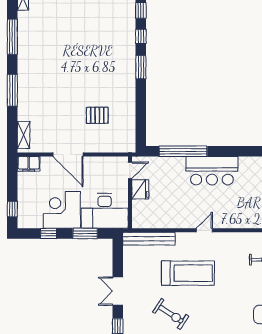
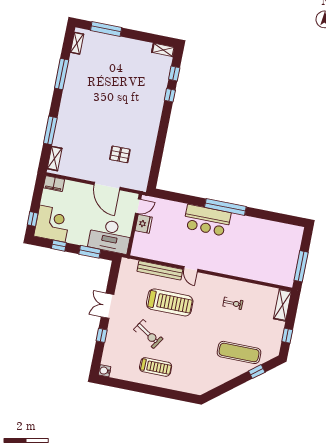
window: (141, 67) -> (165, 121), removed
window: (12, 90) -> (50, 130), moved
window: (183, 151) -> (225, 207), moved
door: (68, 154) -> (107, 186), moved
corner desk: (62, 210) -> (52, 224), moved, turned 90
door: (204, 230) -> (191, 269), swing flipped
bench: (149, 239) -> (160, 270), moved

